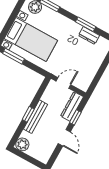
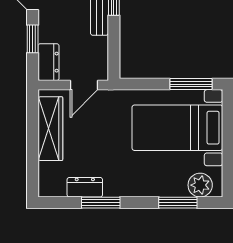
wardrobe: (90, 71) -> (50, 129), added
dresser: (72, 106) -> (48, 62), width x0.70

